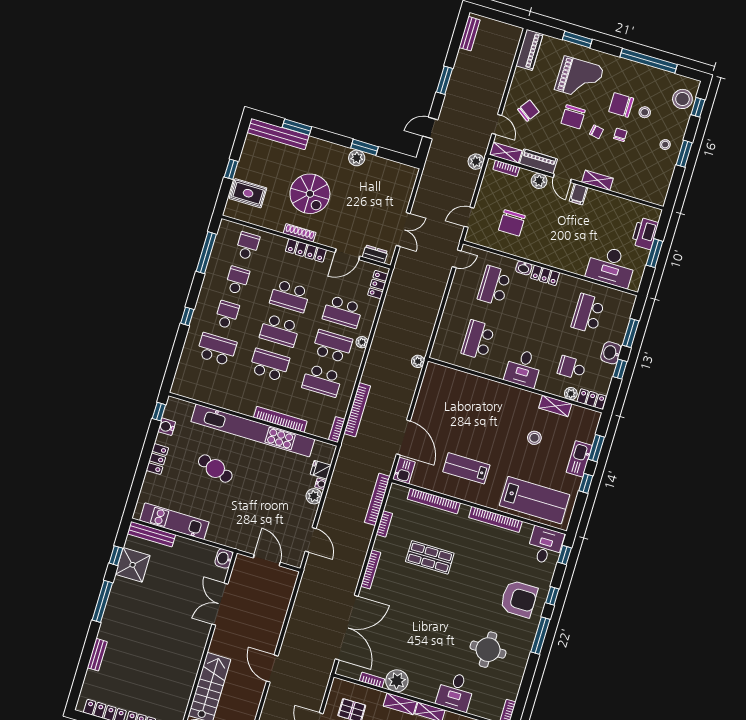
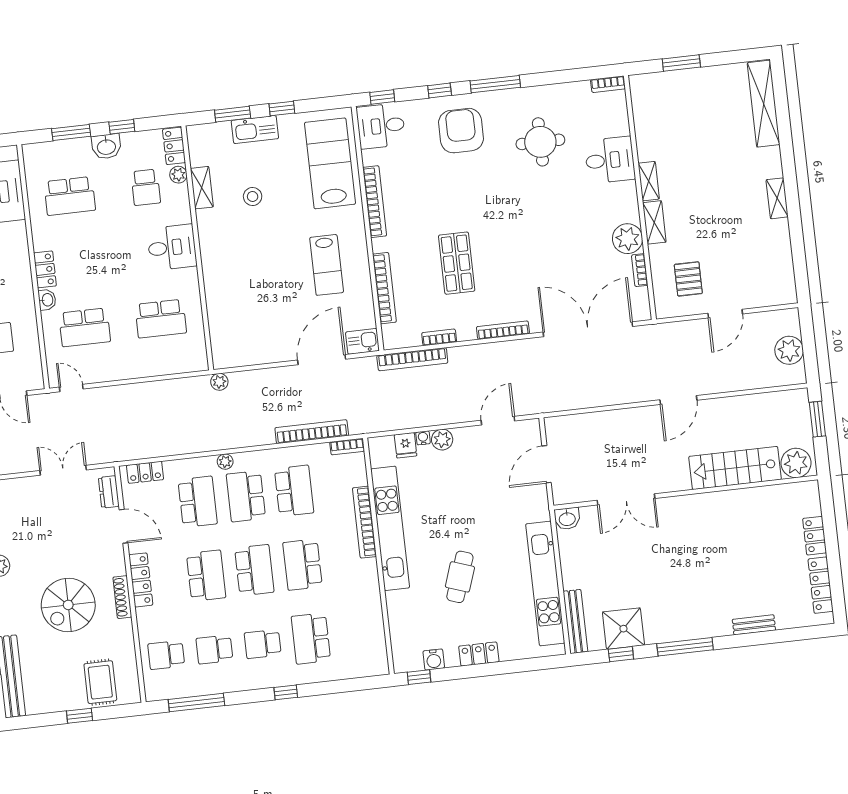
spiral stairs: (310, 194) -> (68, 605), turned 180
kitchen unit: (253, 430) -> (390, 528), width x0.73
kitchen unit: (174, 521) -> (545, 584), width x1.36

